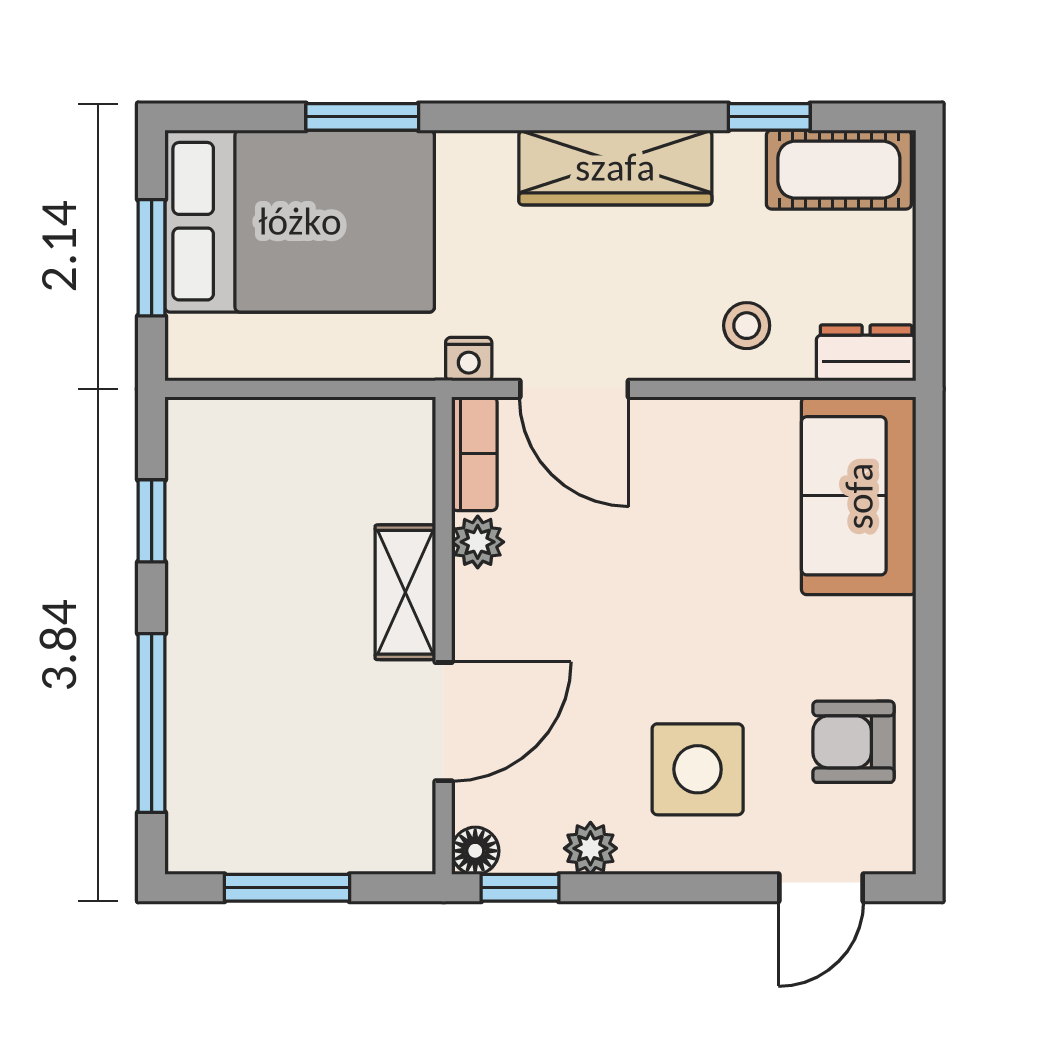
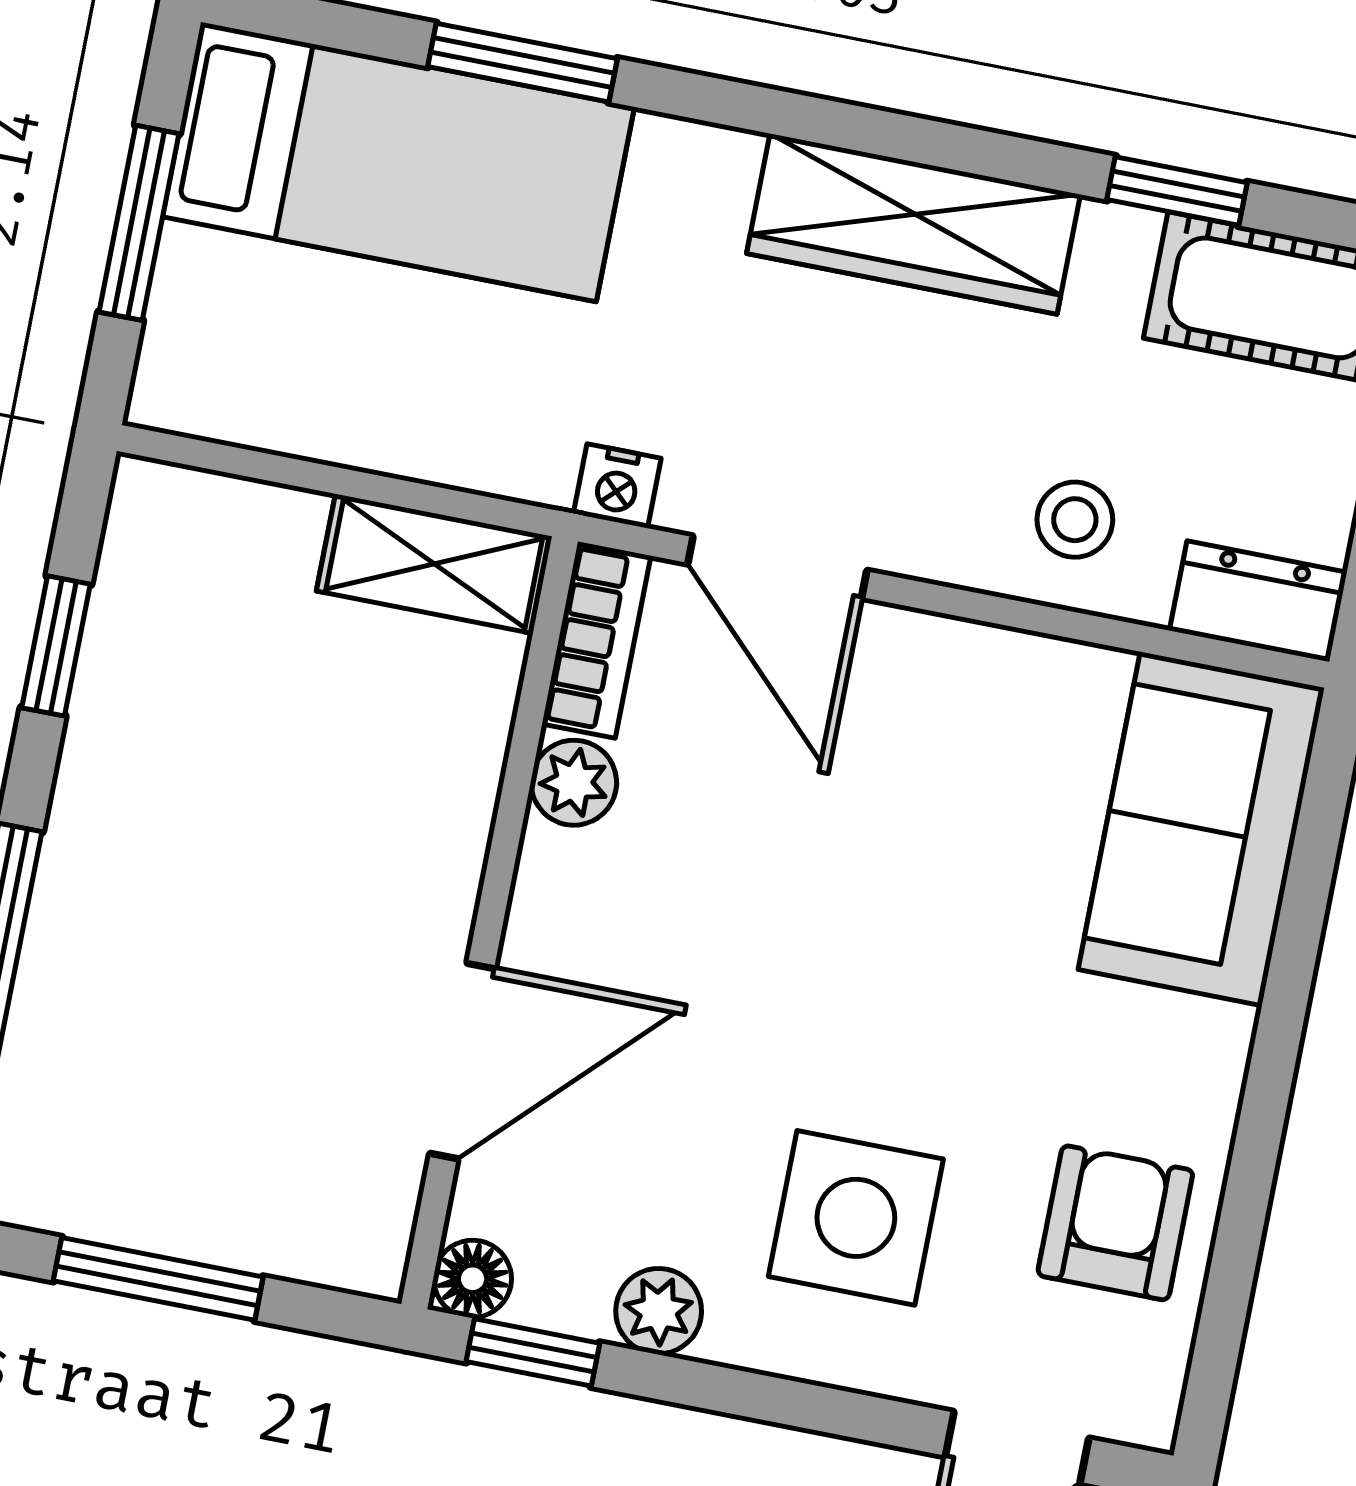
bed: (300, 221) -> (398, 162), width x0.67
shelving: (405, 592) -> (434, 564), moved, turned 90
armchair: (853, 742) -> (1115, 1223), turned 90

